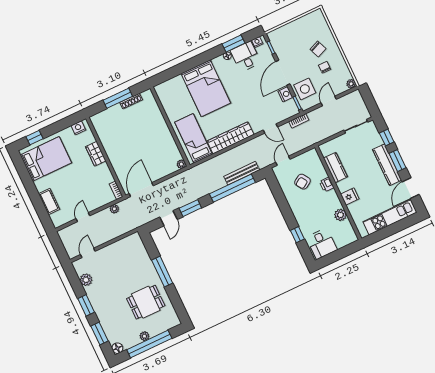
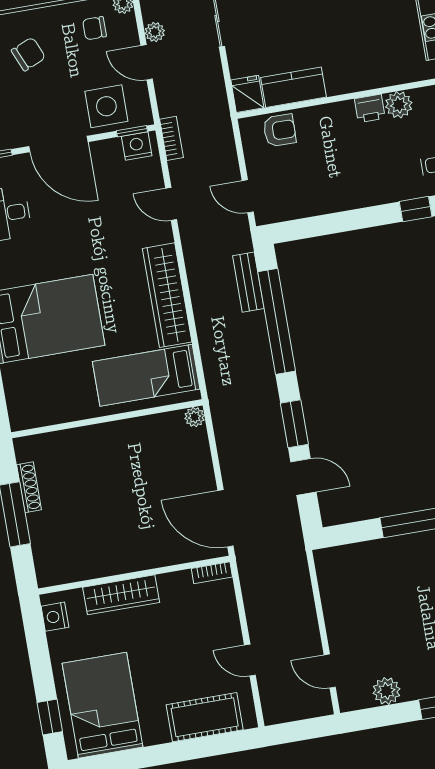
chair: (325, 67) -> (94, 28), moved
nightstand: (285, 94) -> (137, 146), moved
door: (270, 129) -> (171, 204), swing flipped
wardrobe: (96, 154) -> (121, 595), width x1.50
bench: (242, 173) -> (248, 282), width x0.73
armchair: (303, 182) -> (280, 130), moved, turned -56
printer: (327, 185) -> (370, 108), moved
fridge: (350, 197) -> (247, 94), moved
cot: (49, 201) -> (205, 717), width x1.37, depth x1.34
plant: (114, 209) -> (155, 32), moved

